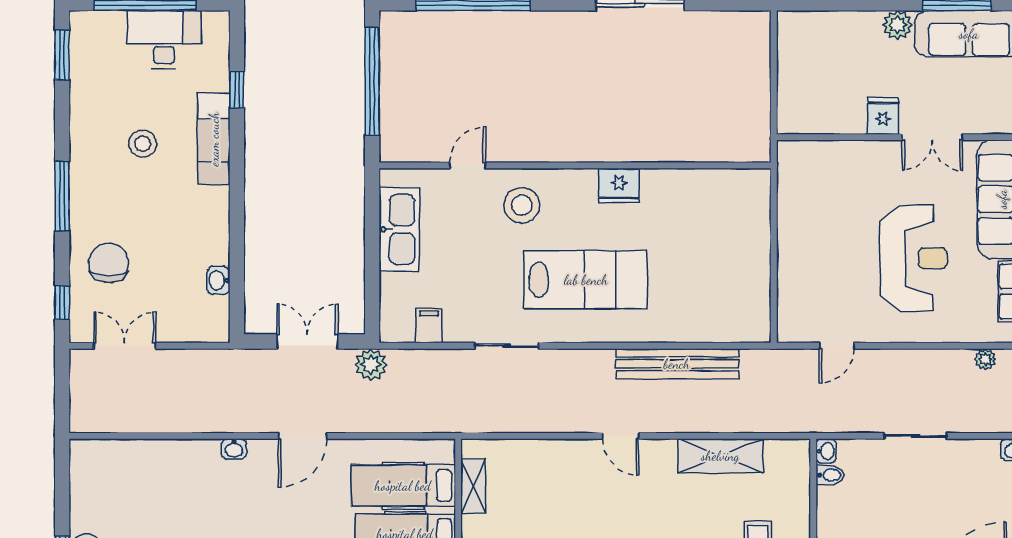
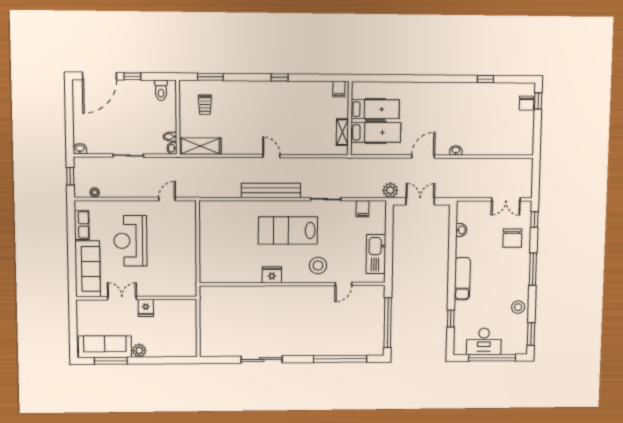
exam couch: (214, 139) -> (462, 279), moved
stool: (143, 144) -> (518, 307), moved
double door: (307, 342) -> (420, 201), swing flipped
bench: (677, 364) -> (271, 190), moved
shelving: (720, 456) -> (200, 146), moved

